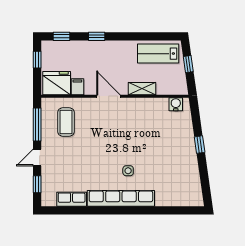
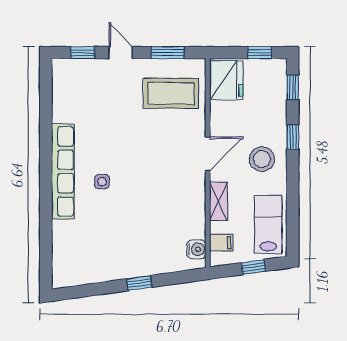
stool: (112, 58) -> (262, 159), added
filing cabinet: (77, 87) -> (221, 243), moved
coffee table: (66, 122) -> (171, 93), width x1.36, depth x1.32
window: (37, 124) -> (168, 53), width x0.69
row of seats: (72, 199) -> (62, 101), removed

